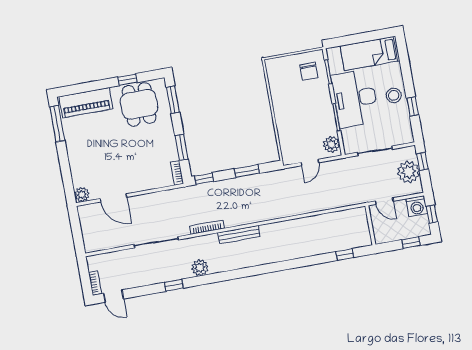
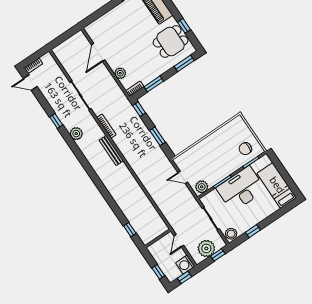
stool: (394, 95) -> (231, 234), moved
plant: (82, 195) -> (120, 73), moved
door: (114, 296) -> (30, 83), hinge flipped

